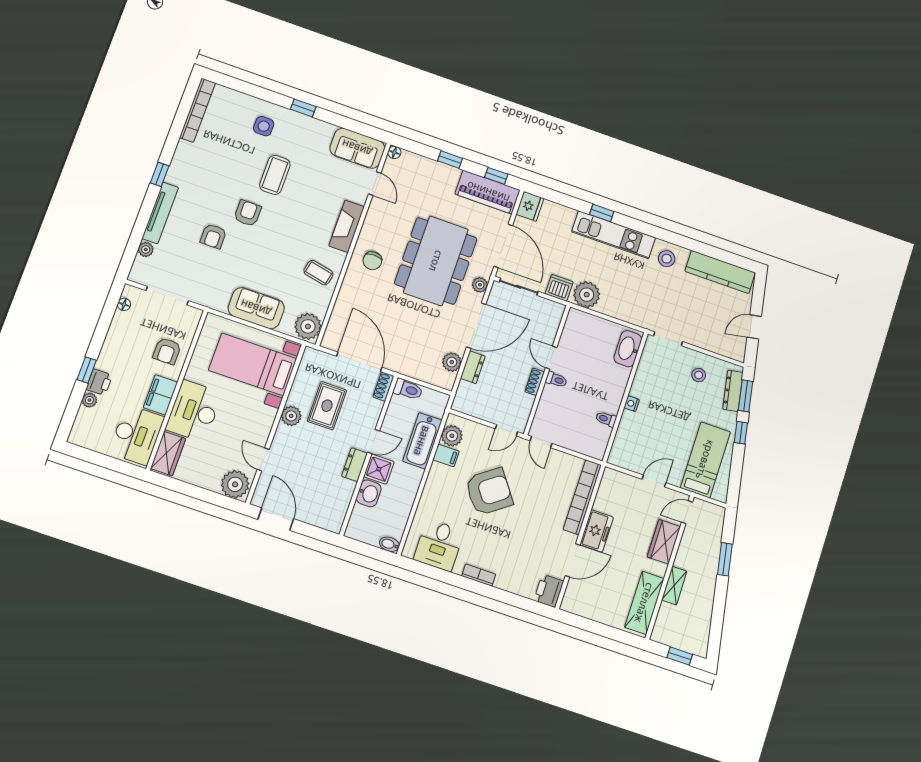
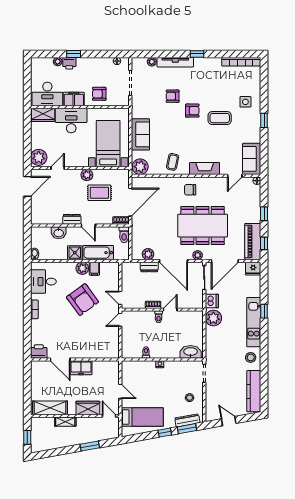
plant: (452, 436) -> (82, 268), moved
shower: (379, 469) -> (75, 253), moved
bookcase: (582, 497) -> (97, 353), removed

